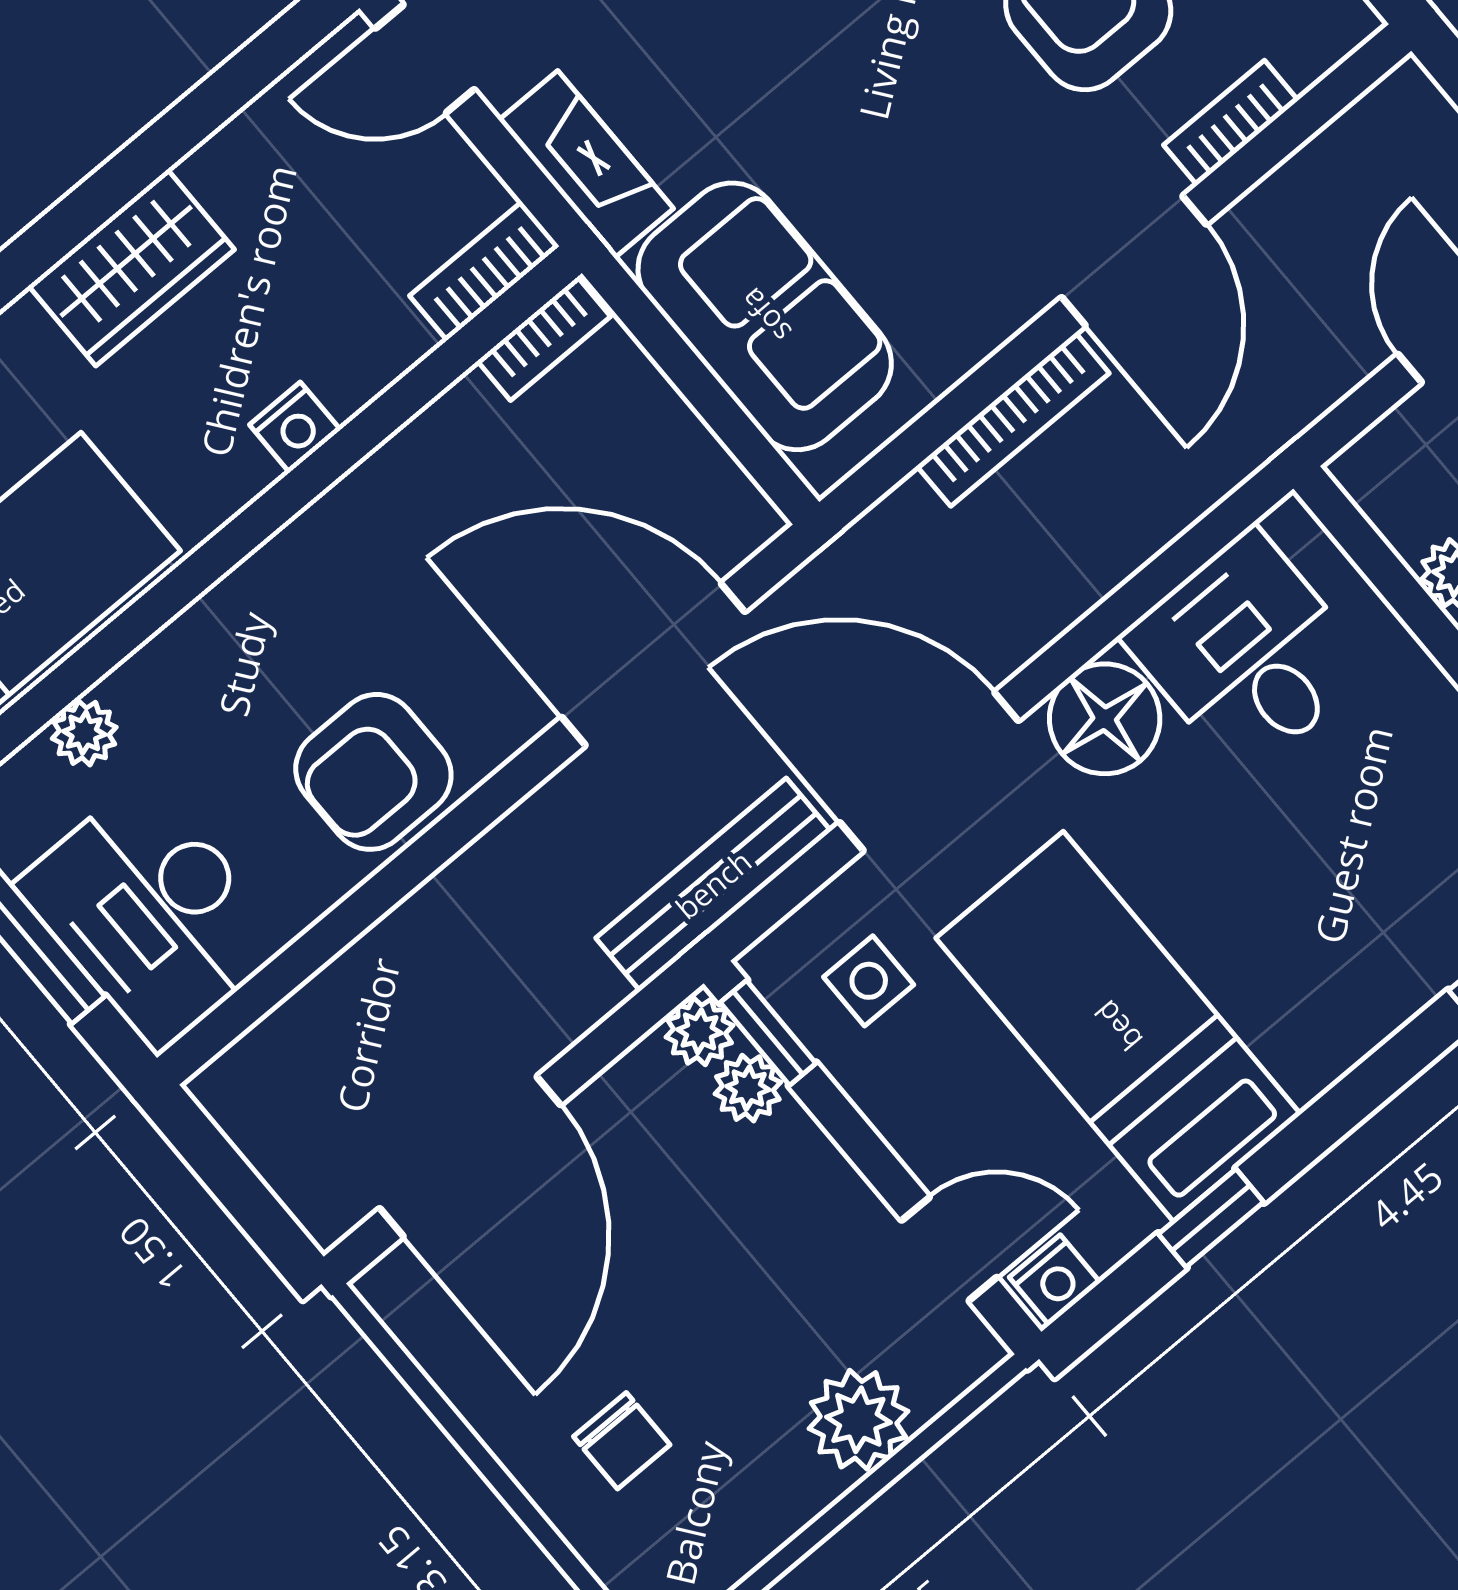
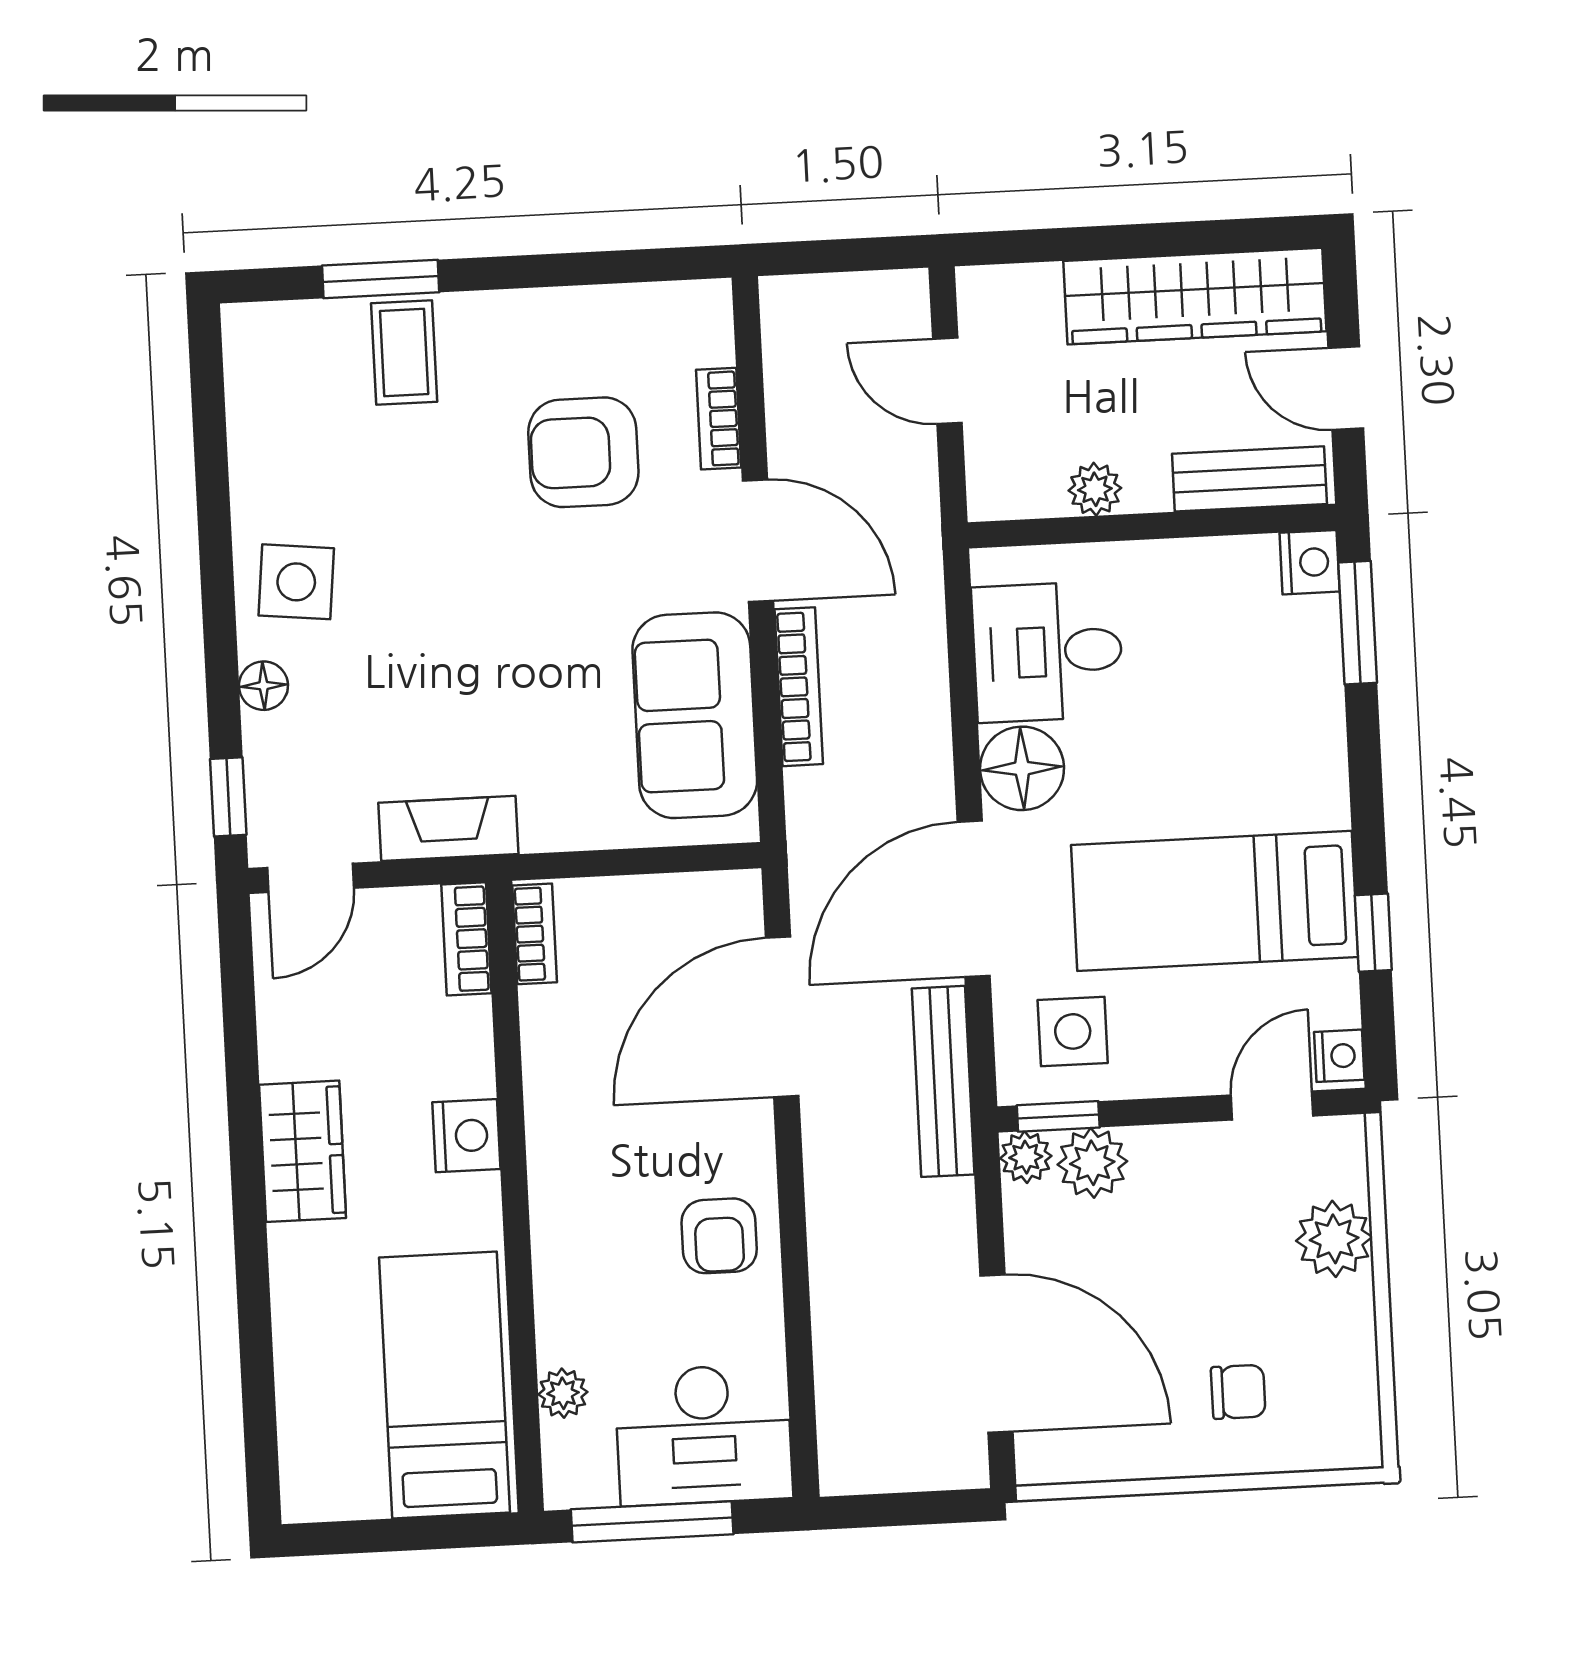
sofa: (765, 316) -> (695, 715), moved, turned -90
nightstand: (295, 427) -> (466, 1136), width x1.39, depth x1.35
armchair: (373, 772) -> (719, 1236), width x0.72, depth x0.72
side table: (869, 981) -> (1073, 1031), width x1.37, depth x1.37
plant: (748, 1088) -> (1092, 1163), width x1.38, depth x1.38

